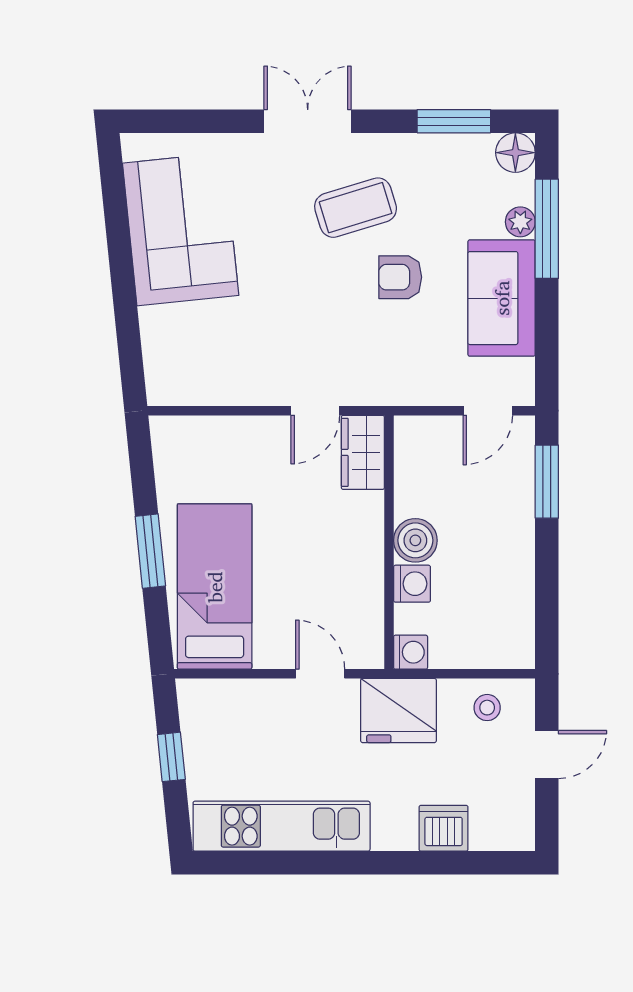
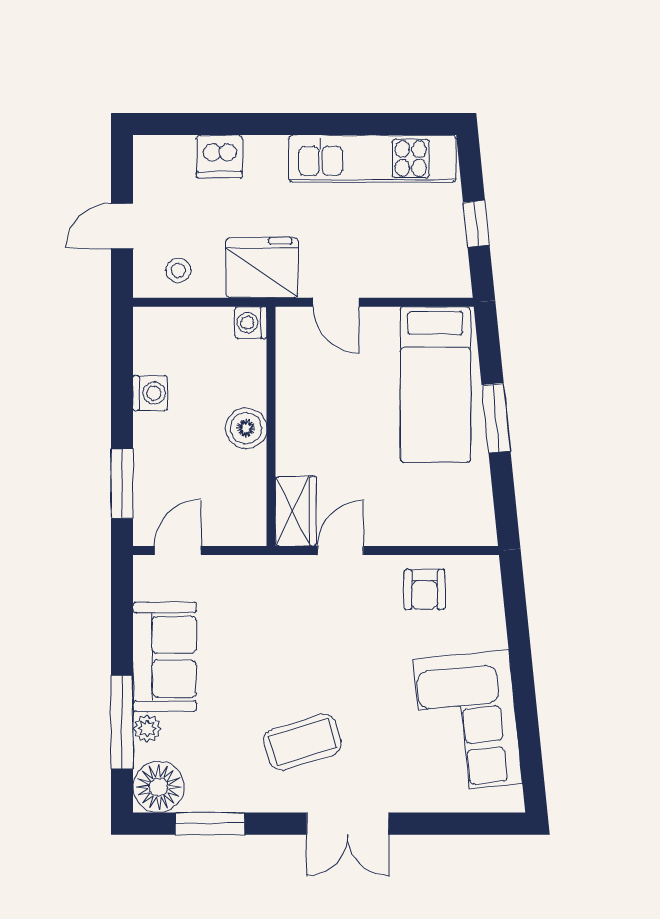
floor lamp: (515, 153) -> (159, 787), width x1.38, depth x1.38
armchair: (400, 277) -> (425, 590), moved, turned 90
washing machine: (412, 584) -> (150, 393), moved, turned 180

